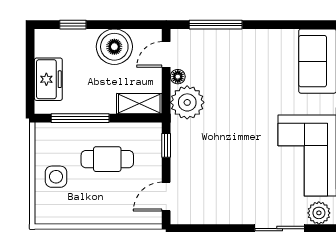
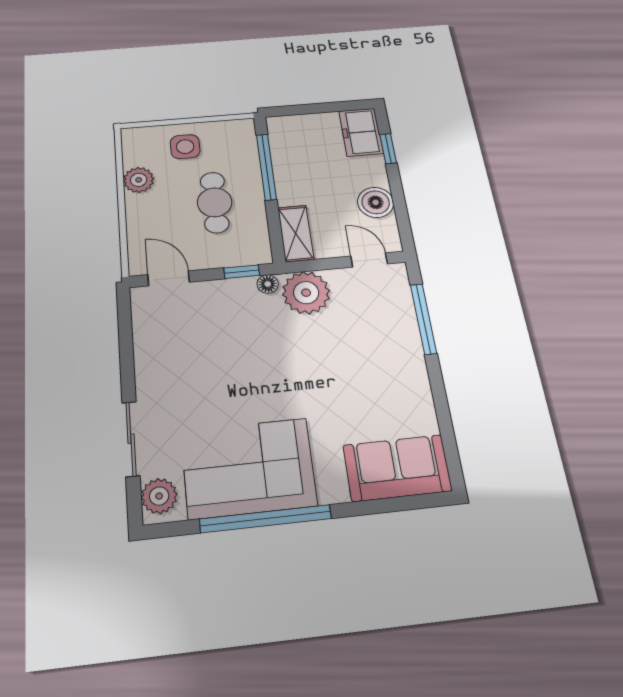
boiler: (114, 47) -> (376, 202), width x0.73, depth x0.73
floor lamp: (178, 77) -> (268, 284), moved
freezer: (48, 79) -> (361, 132), moved, turned 90
plant: (82, 213) -> (139, 180), added

